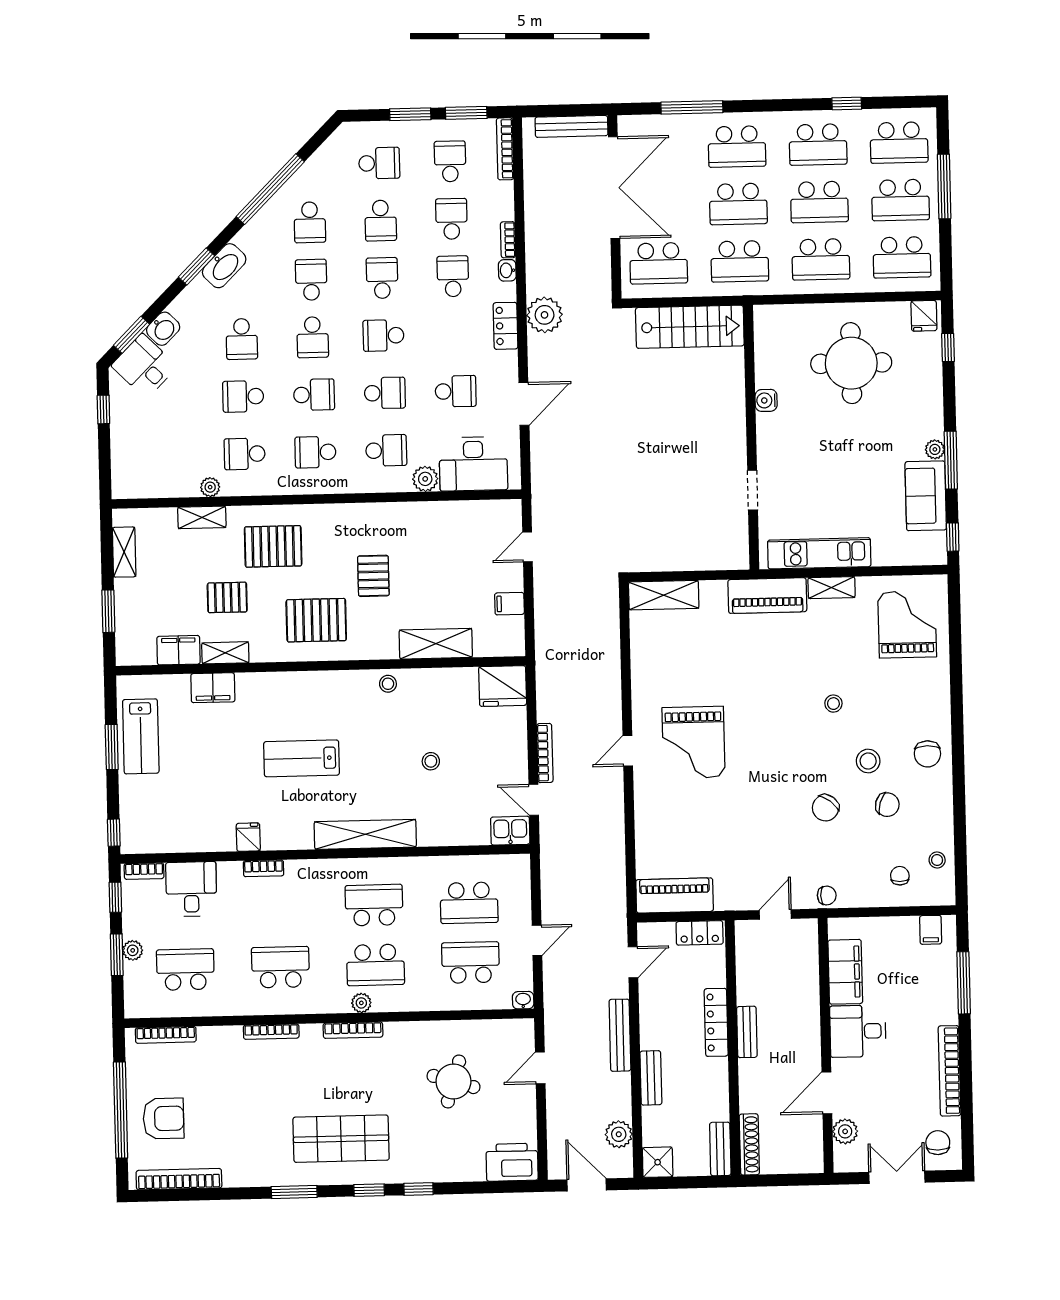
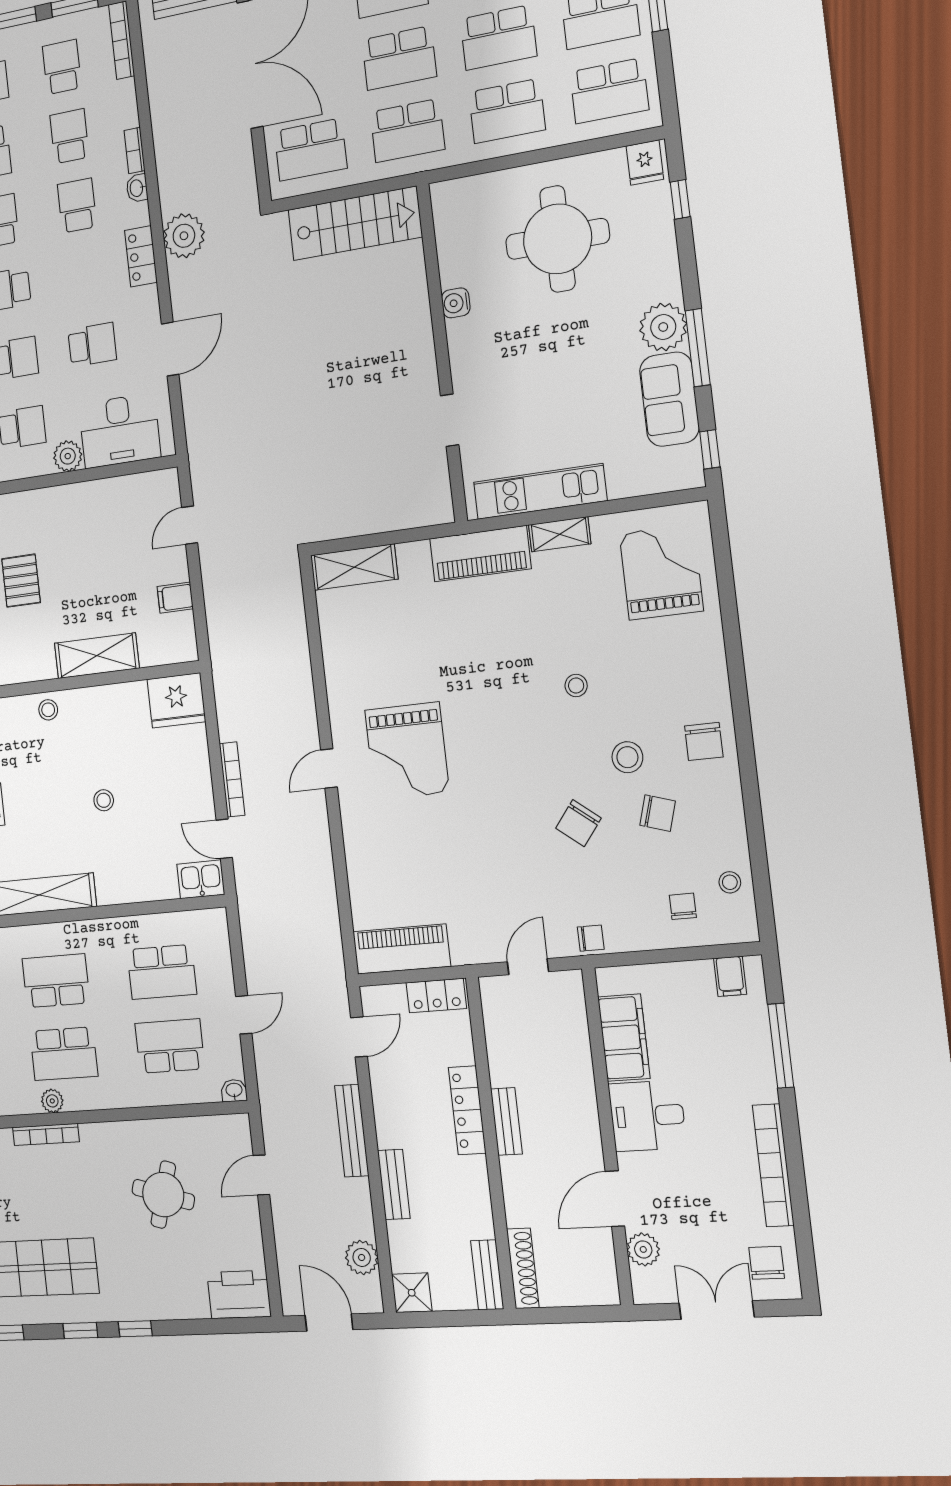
plant: (935, 449) -> (663, 327), width x1.87, depth x1.87

